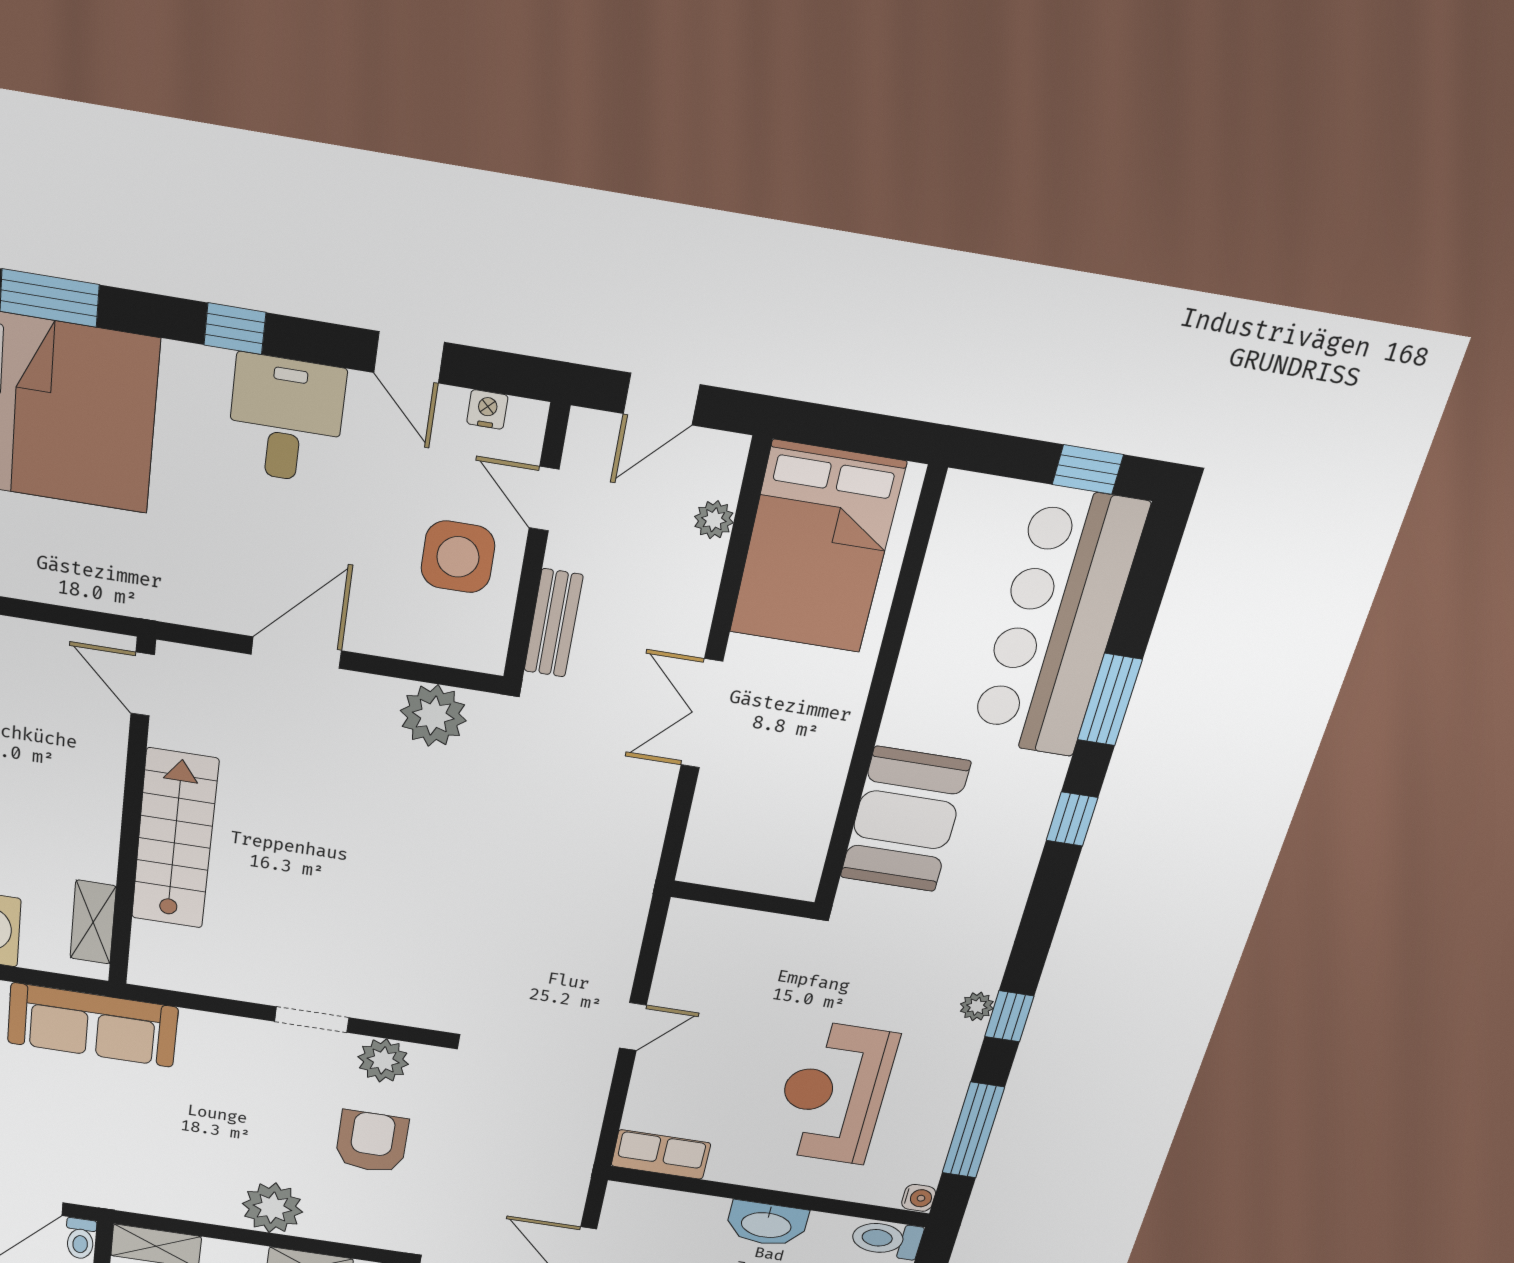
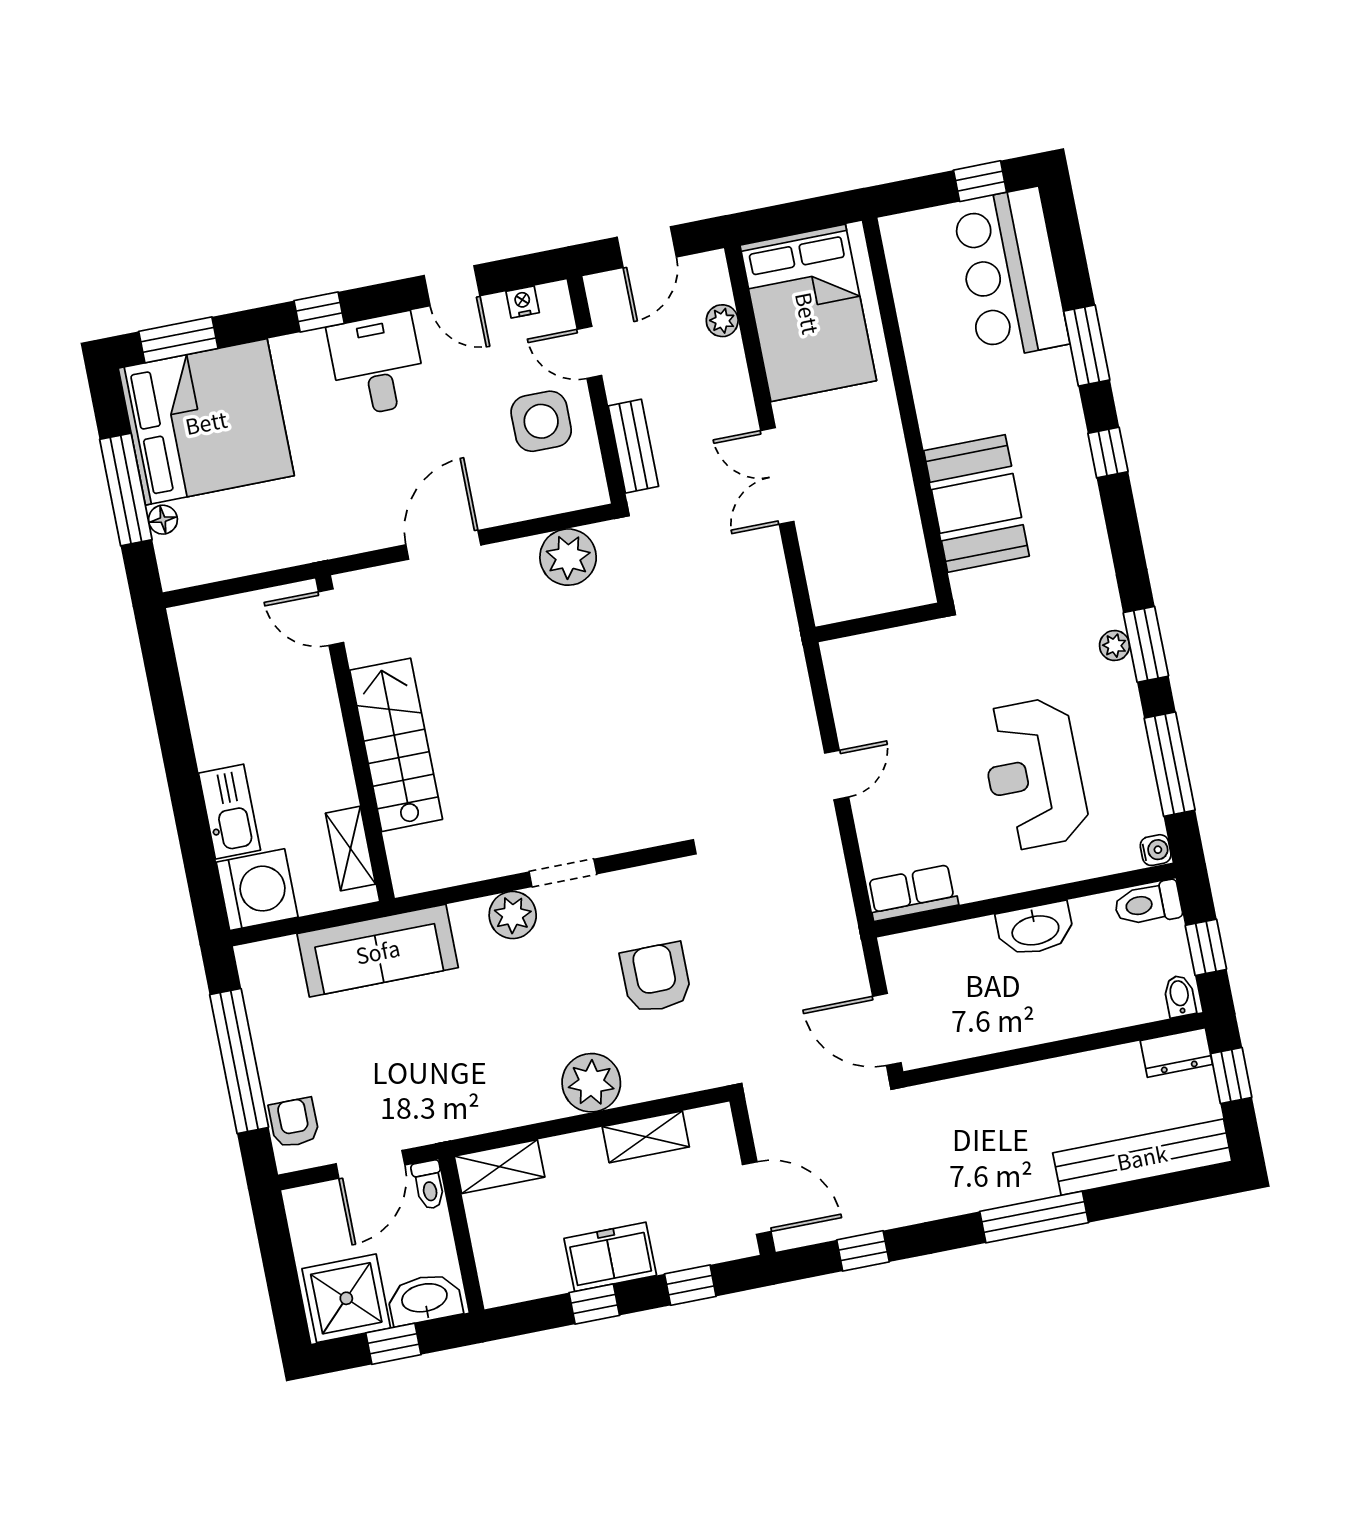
bar counter: (1057, 624) -> (1010, 274), width x0.73
window: (1009, 1016) -> (1146, 644), width x1.50
plant: (383, 1061) -> (513, 915), moved

